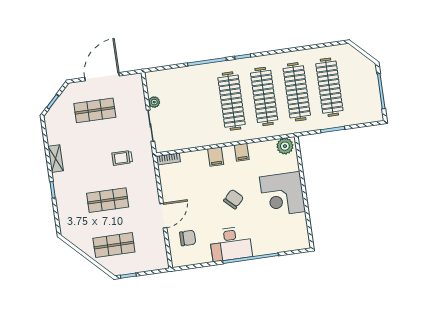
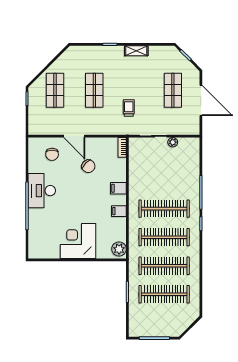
chair: (234, 199) -> (88, 166), moved

